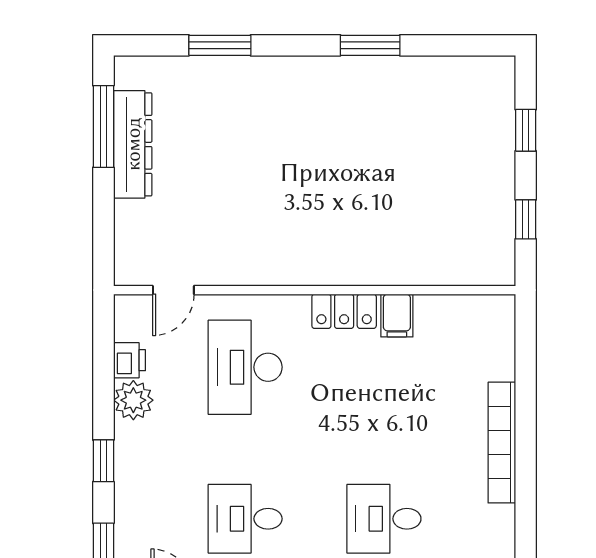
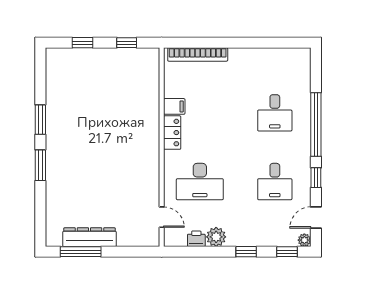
window: (220, 45) -> (40, 165), moved
bookcase: (502, 443) -> (198, 54), moved

